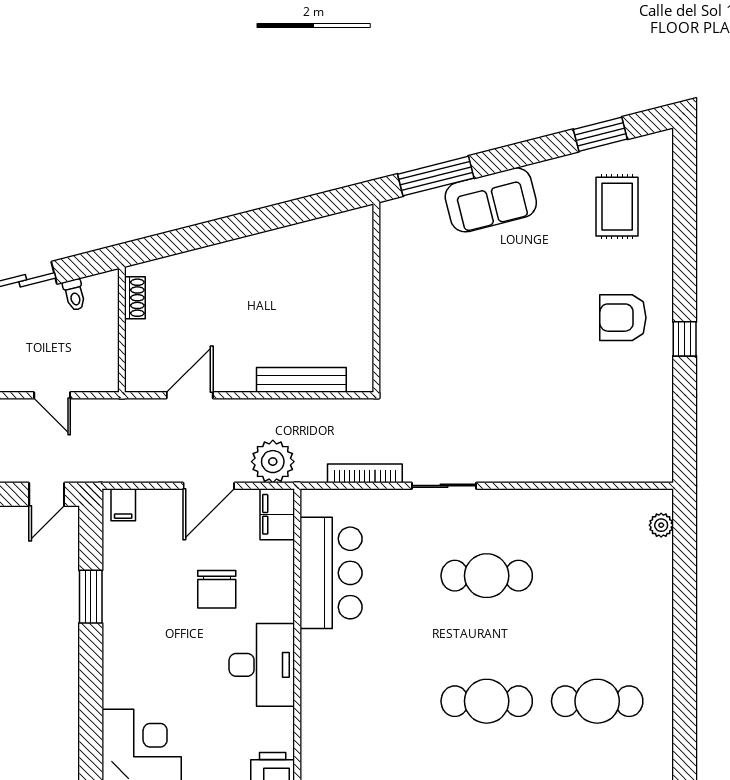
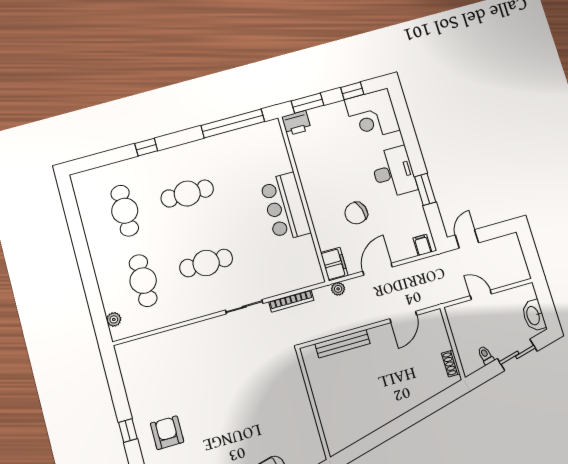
armchair: (623, 318) -> (167, 433), turned -90
plant: (273, 462) -> (338, 289), width x0.53, depth x0.53
bar counter: (331, 573) -> (285, 207), moved
cafe table: (597, 576) -> (143, 281), added
chair: (217, 589) -> (356, 213), turned -107
desk: (262, 665) -> (394, 172), moved, turned 180
cafe table: (597, 701) -> (125, 211), turned 90

